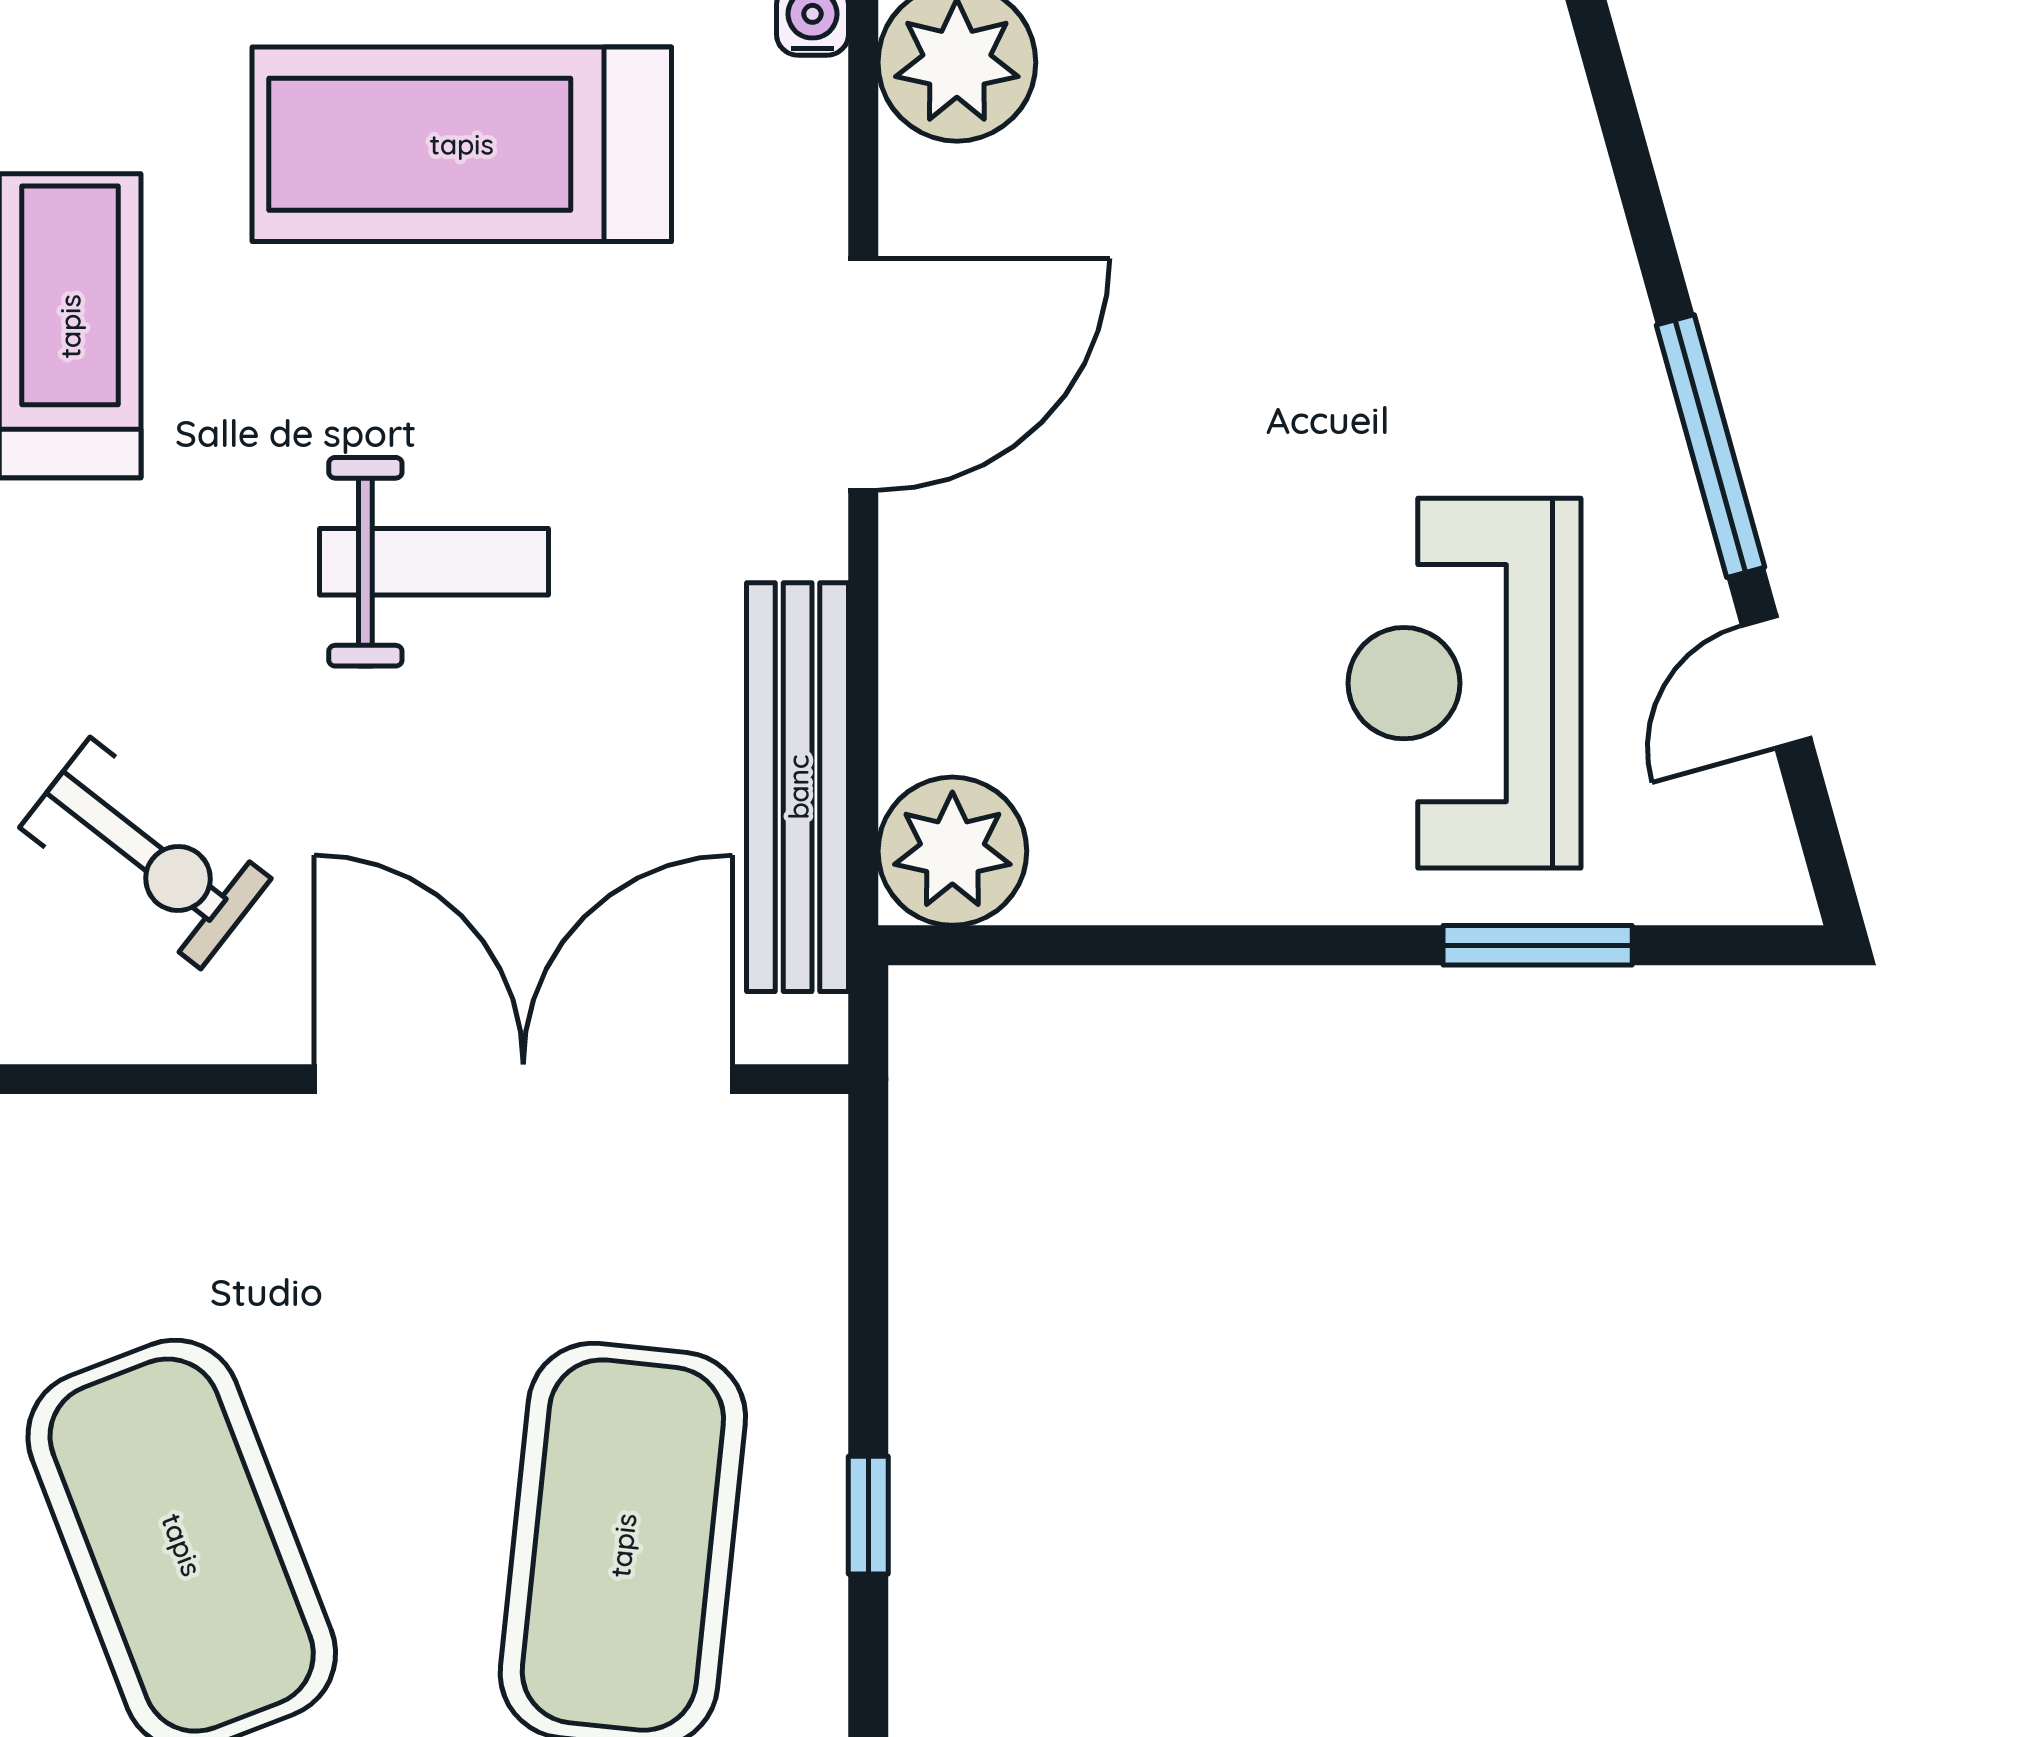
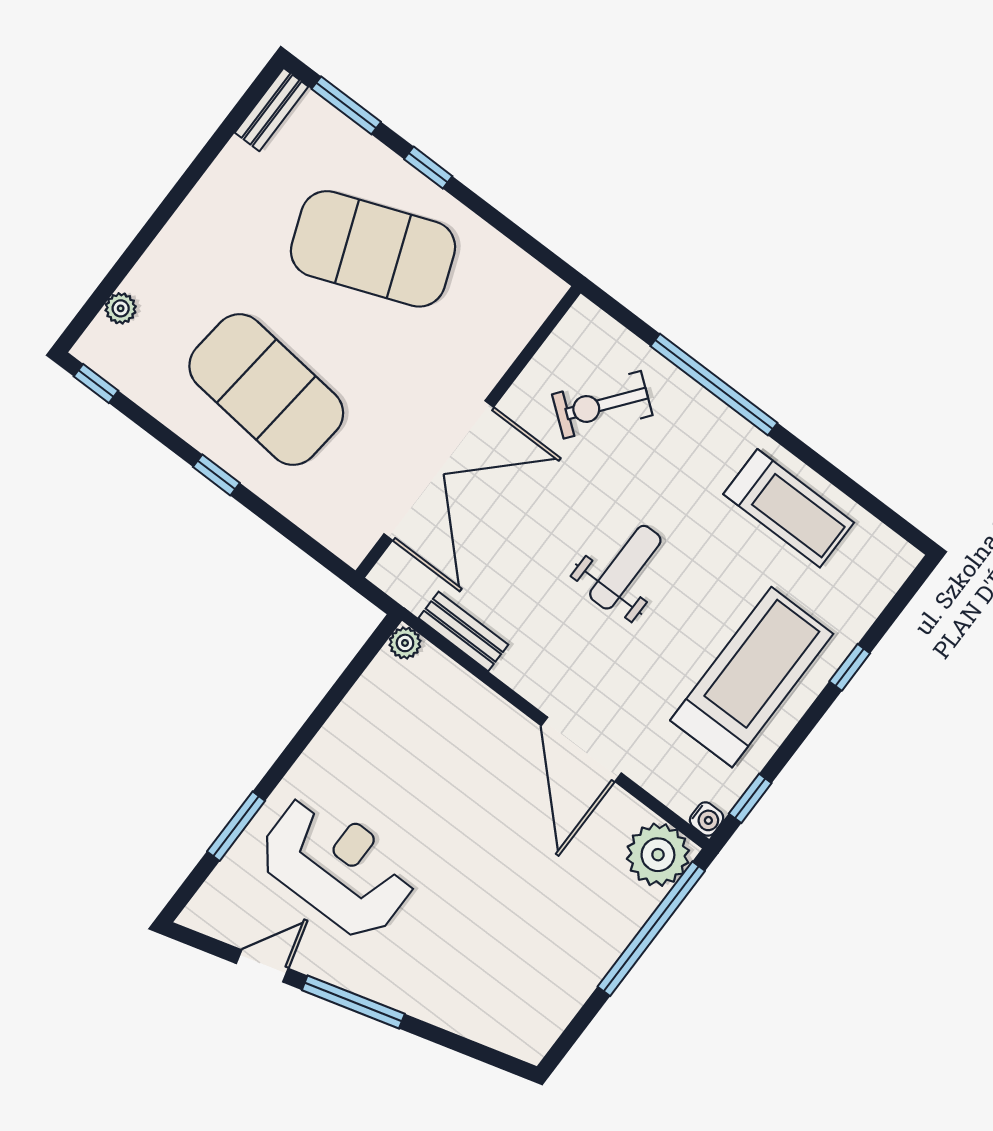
weight bench: (434, 562) -> (625, 567), turned 180
door: (1776, 682) -> (262, 966), hinge flipped
bench: (798, 787) -> (463, 631), width x0.54, depth x0.82
plant: (952, 851) -> (405, 643), width x0.53, depth x0.53

